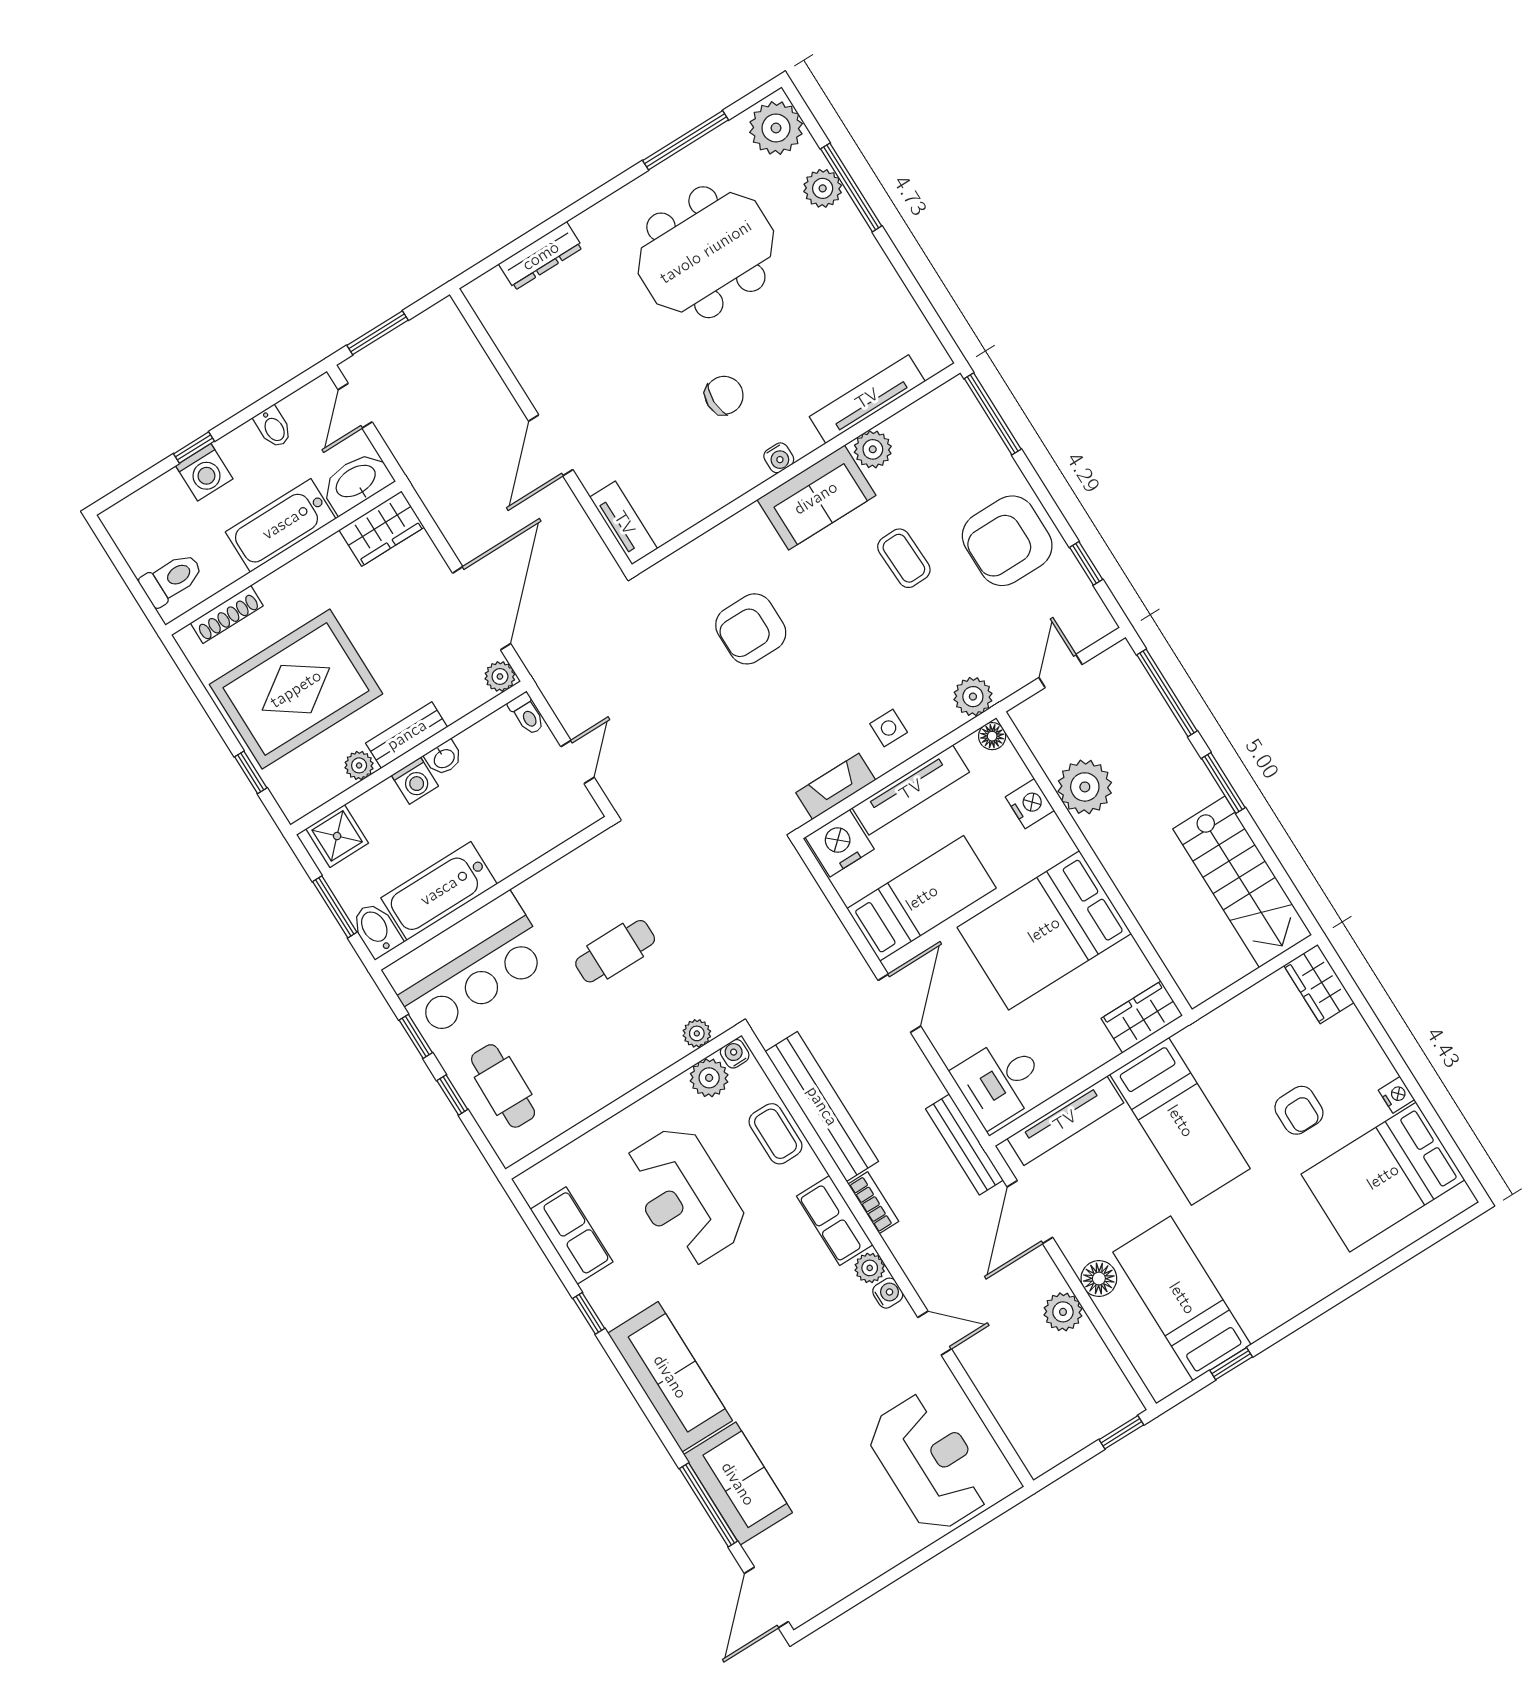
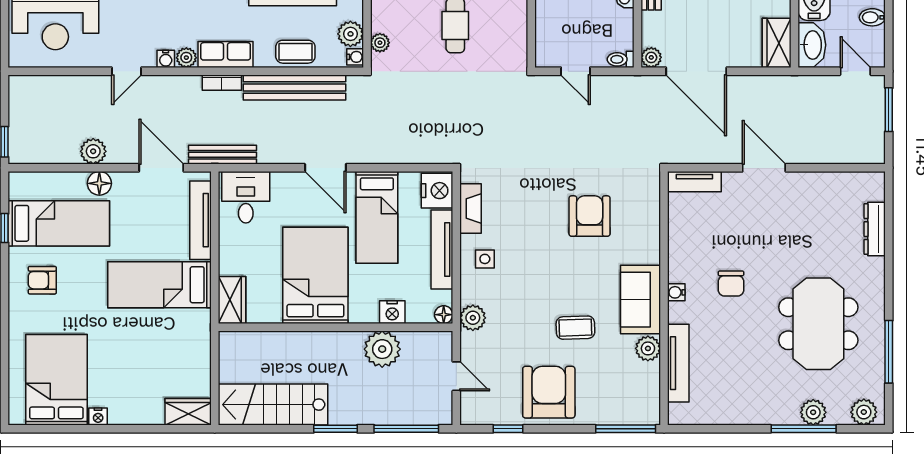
plant: (776, 128) -> (864, 412), width x0.73, depth x0.73
armchair: (1299, 1110) -> (42, 280), moved

